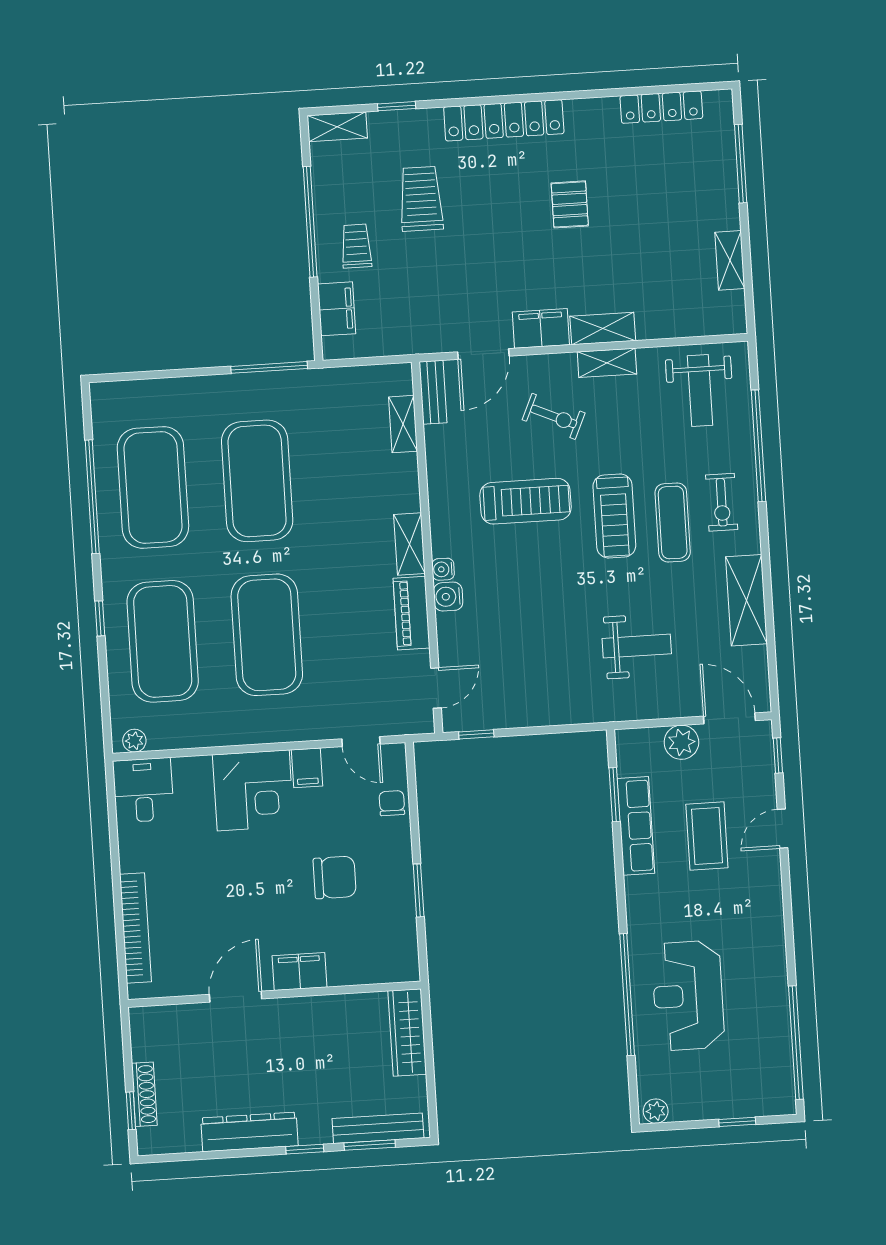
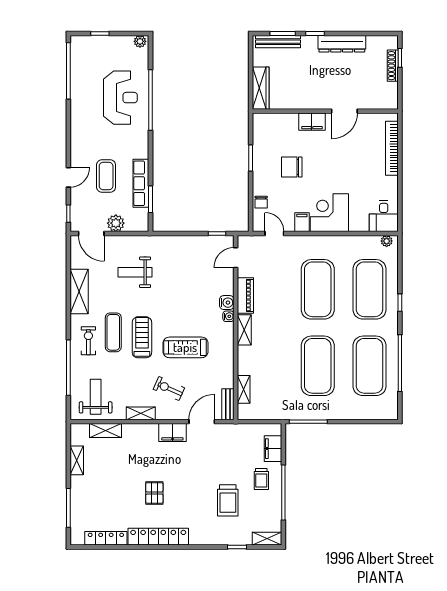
locker: (504, 120) -> (158, 537), moved
shelving: (603, 328) -> (106, 431), moved

